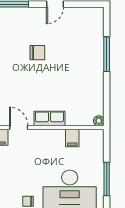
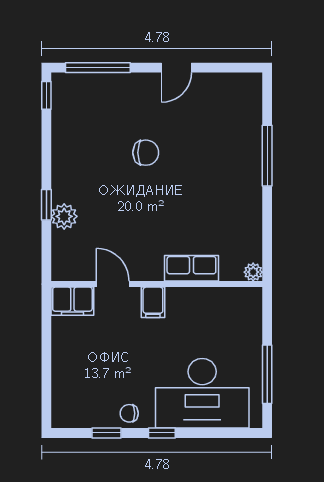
row of seats: (49, 119) -> (191, 268), moved
filing cabinet: (72, 138) -> (153, 302), moved

